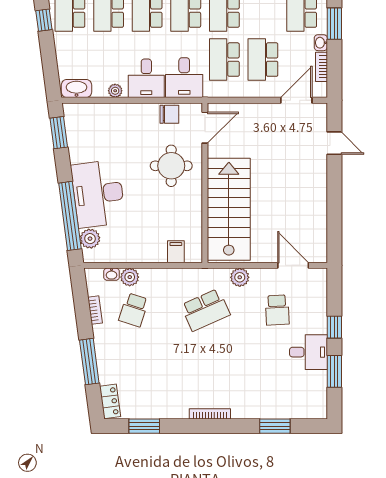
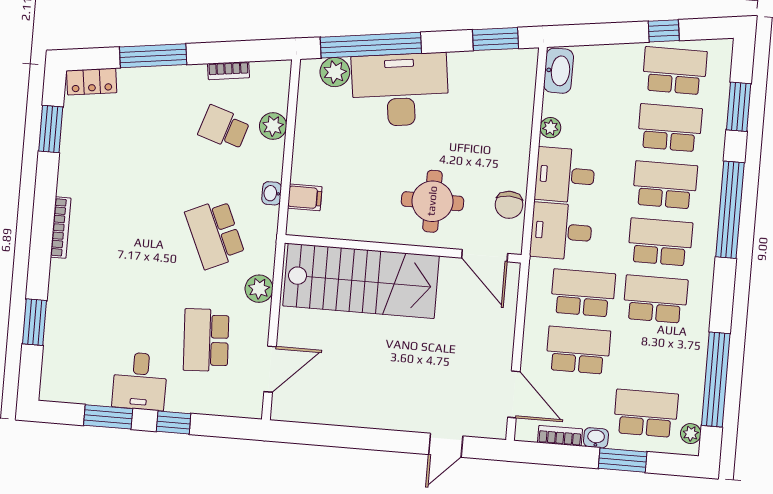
washbasin: (112, 274) -> (272, 193), moved
school desk: (277, 310) -> (206, 340), width x1.85

